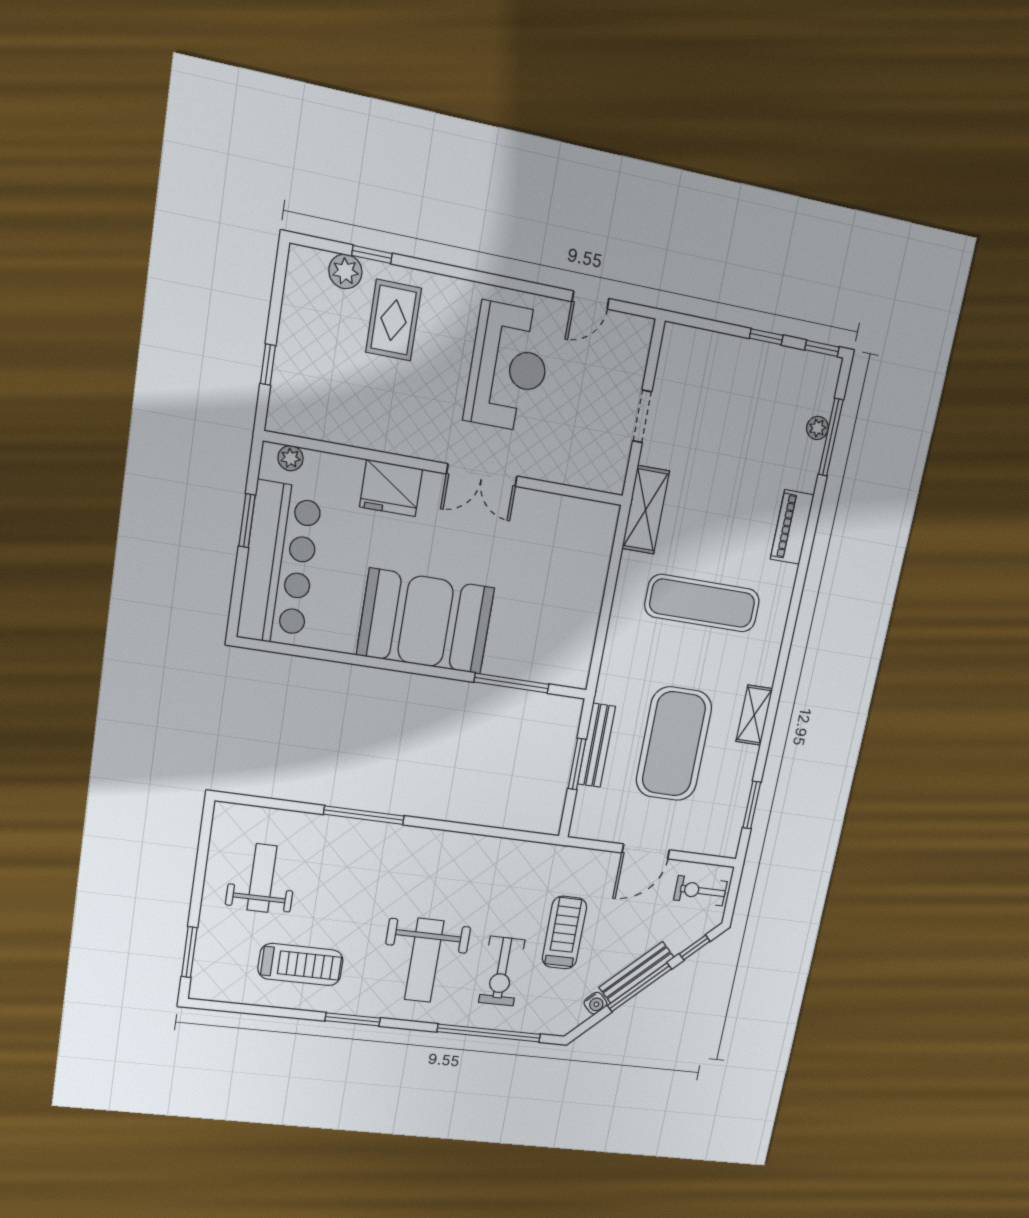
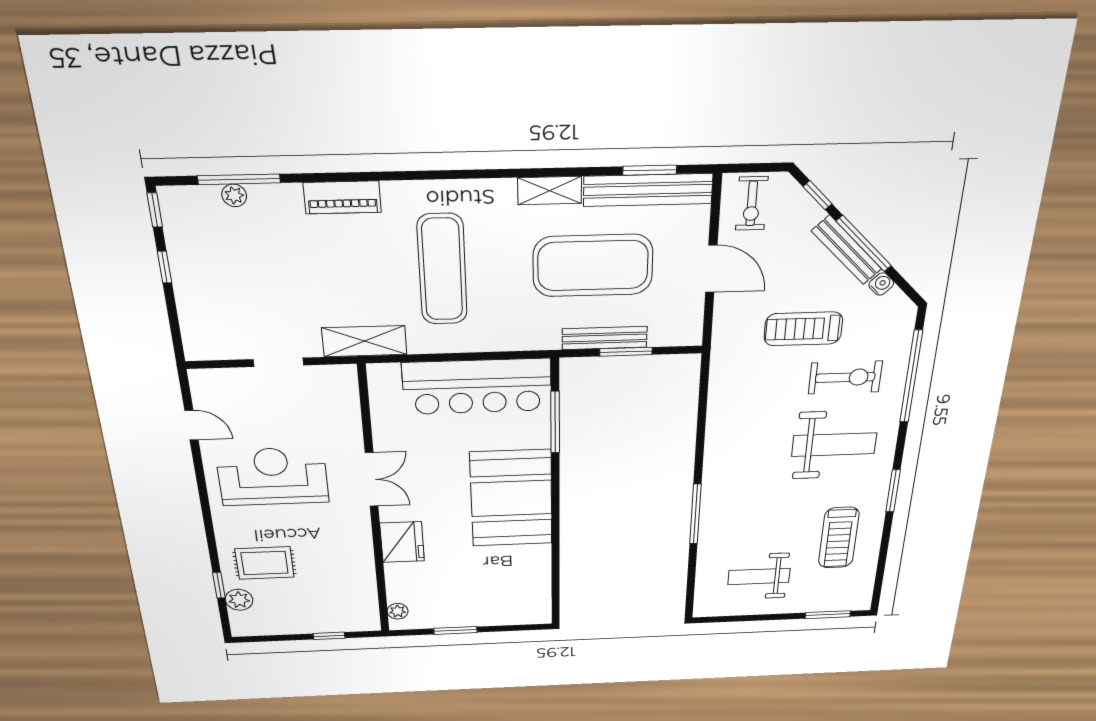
bar counter: (279, 564) -> (477, 387), moved, turned 180
bench: (734, 802) -> (648, 190), added
treadmill: (301, 965) -> (839, 538), turned 180

